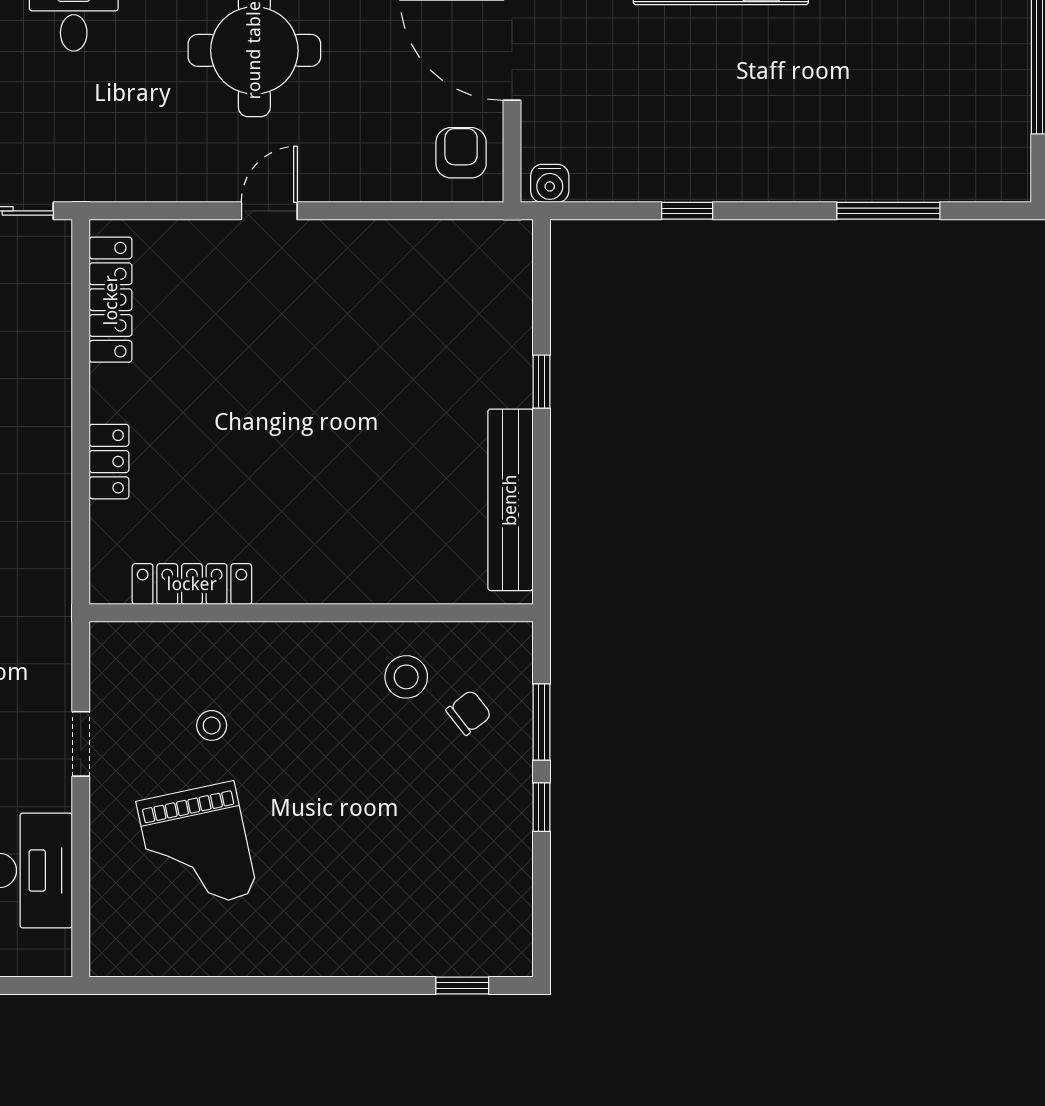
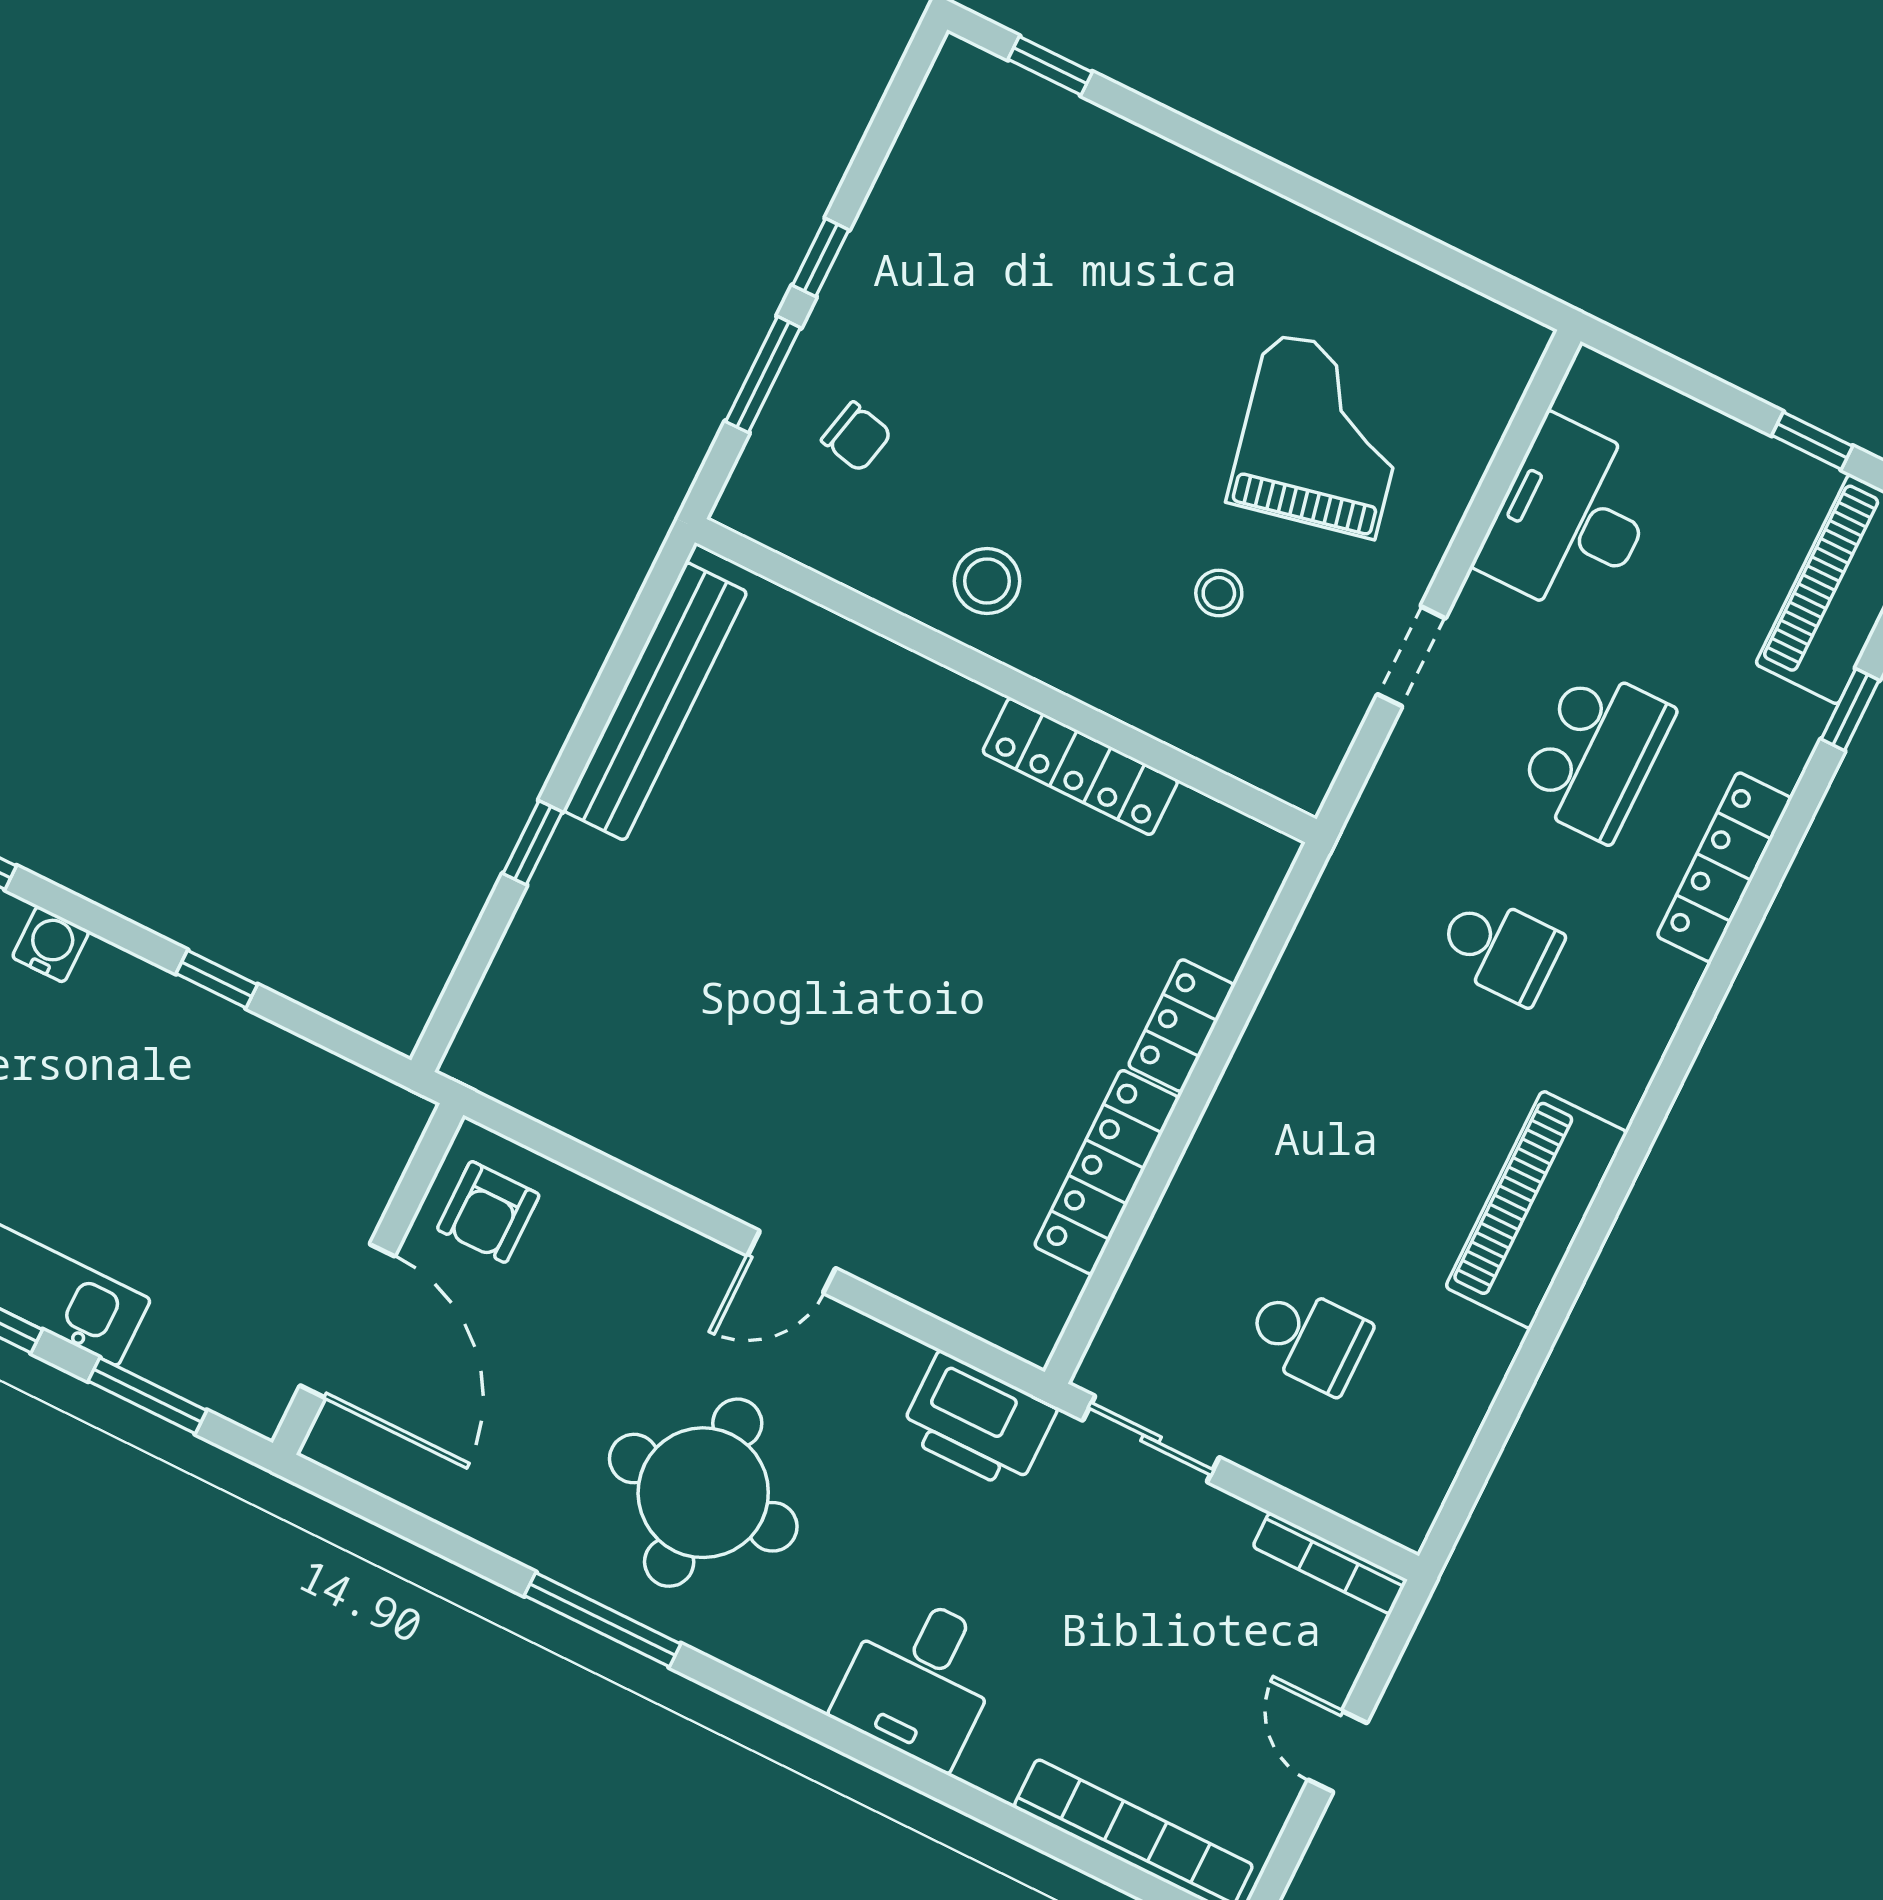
printer: (114, 171) -> (978, 1421), added
water cooler: (550, 183) -> (51, 944), moved
locker: (111, 300) -> (1107, 1172), moved
locker: (192, 584) -> (1080, 766), moved
stool: (406, 677) -> (987, 581), moved
chair: (469, 713) -> (857, 437), turned -129

